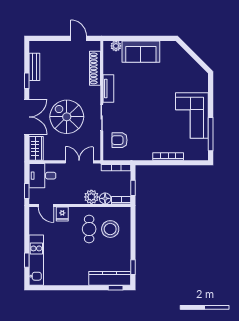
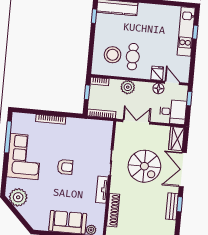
bench: (34, 67) -> (172, 206), moved
plant: (194, 73) -> (18, 197), added
armchair: (120, 140) -> (65, 167), moved
double door: (79, 162) -> (136, 122), swing flipped
floor lamp: (105, 198) -> (158, 88), moved

